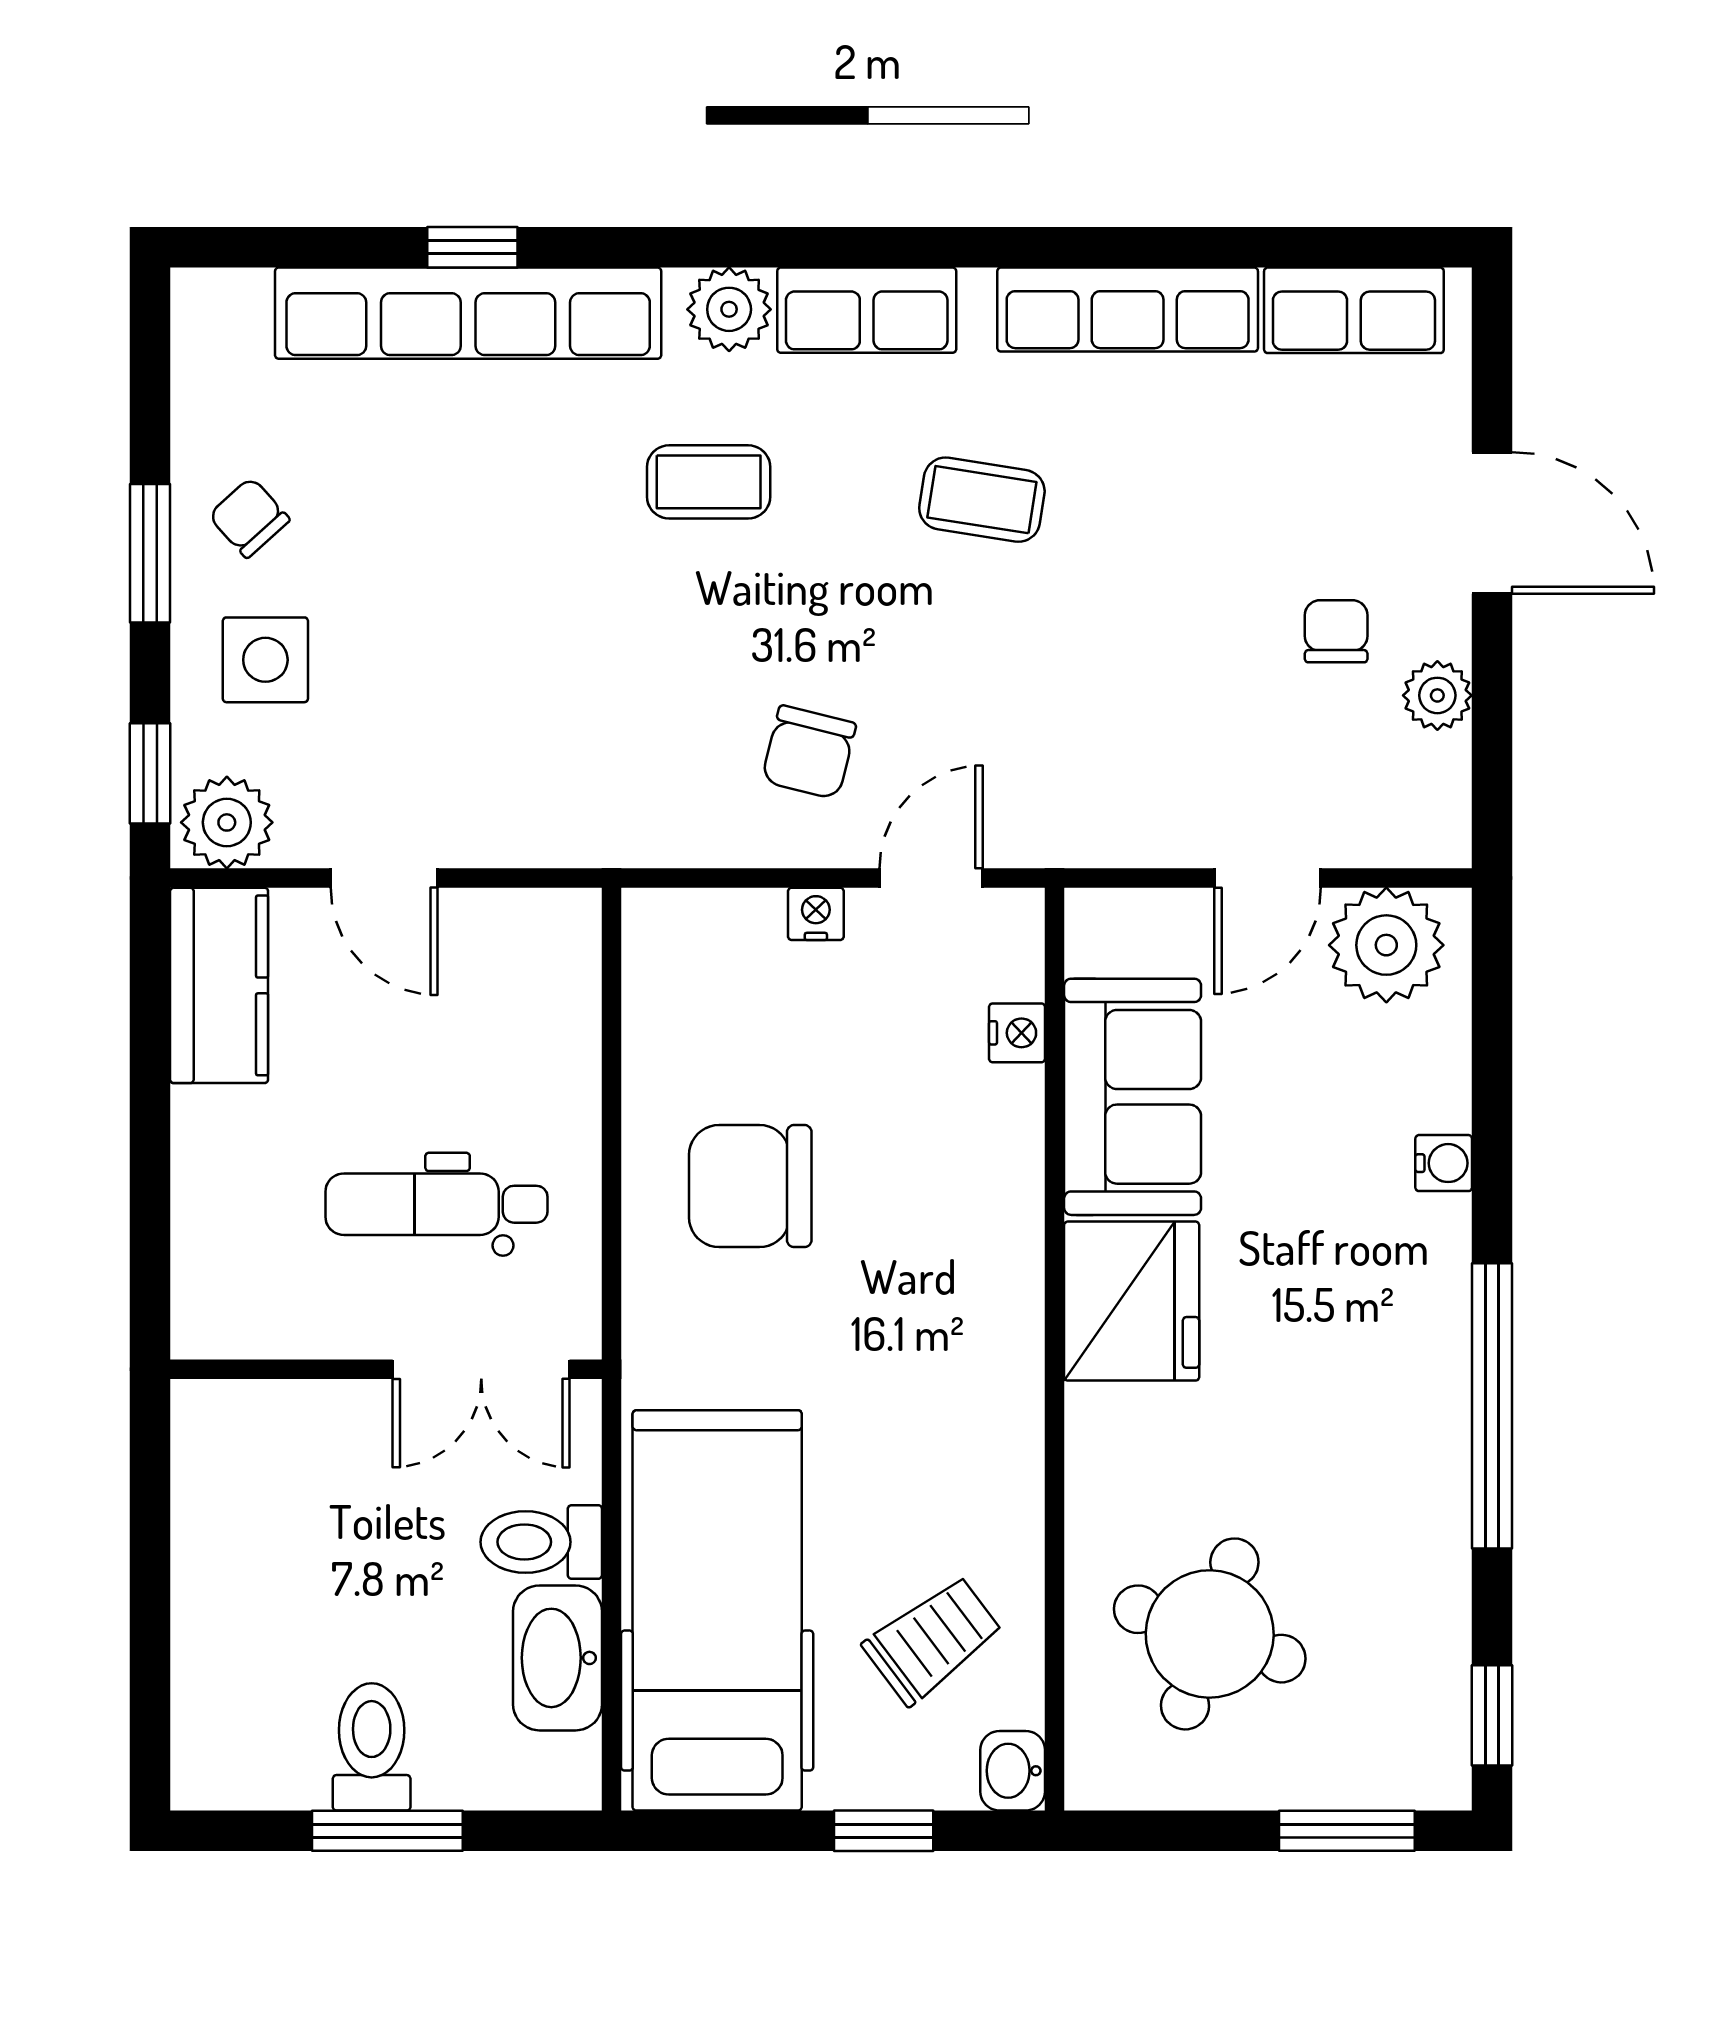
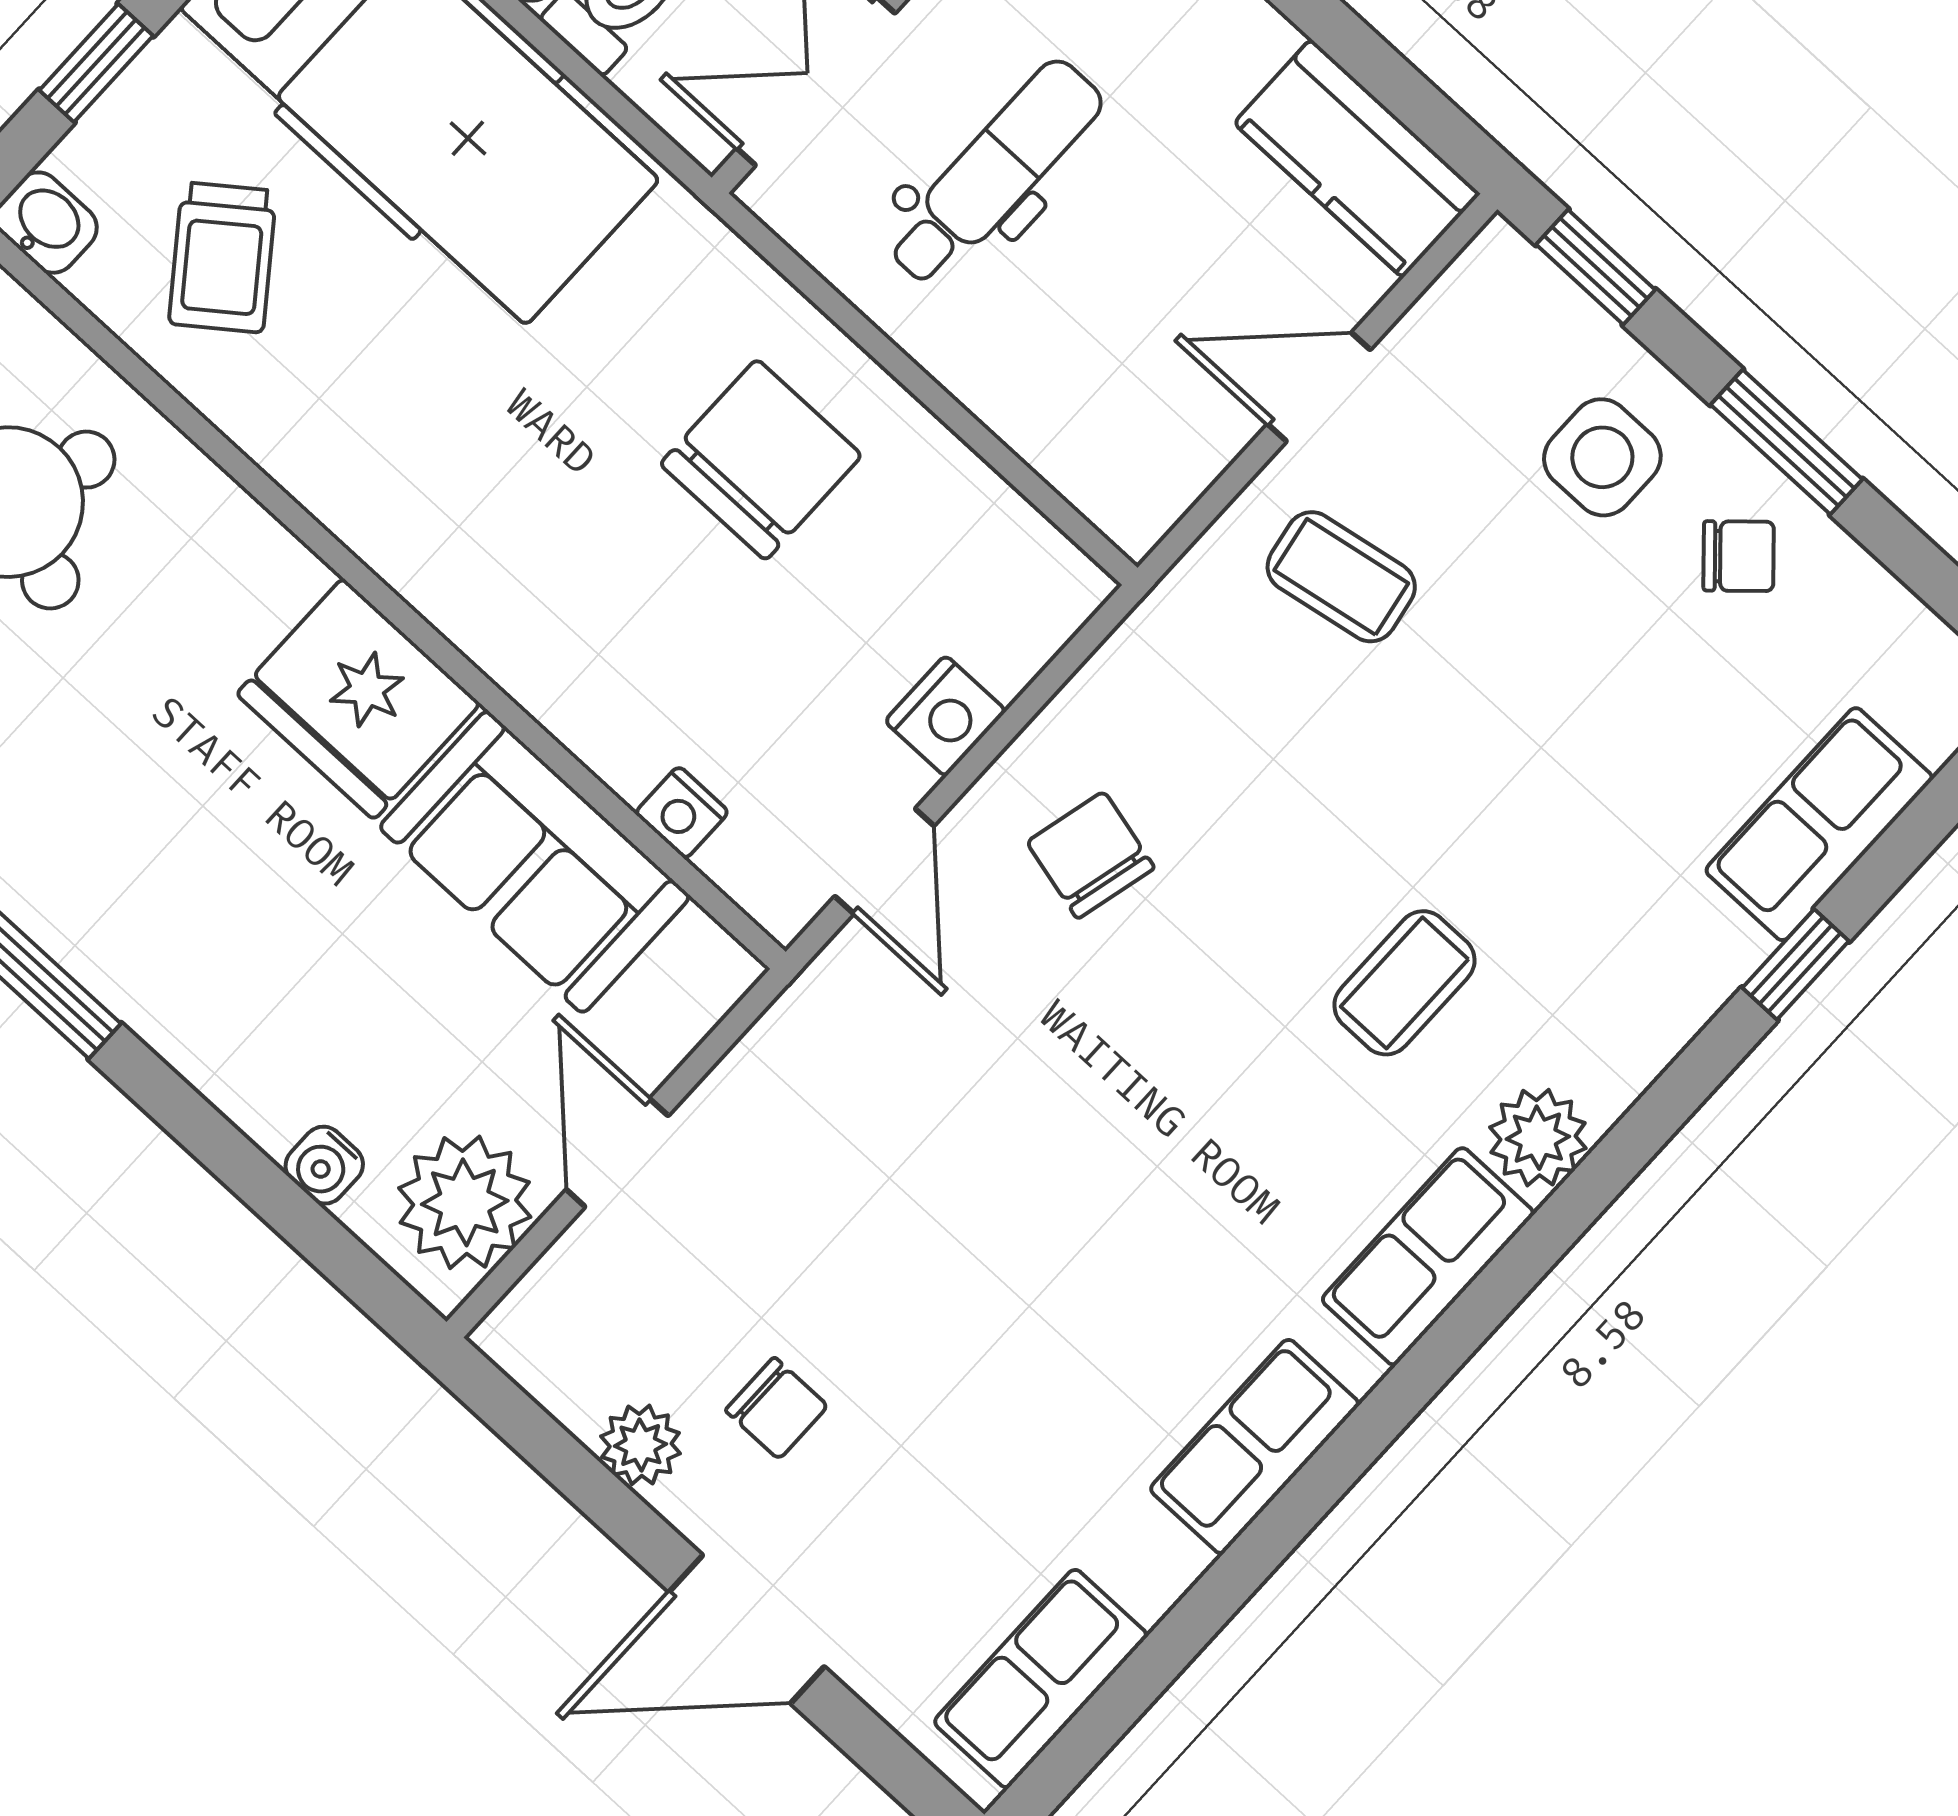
row of seats: (1128, 310) -> (1255, 1446), width x0.68
row of seats: (468, 313) -> (1819, 824), width x0.50
coffee table: (982, 500) -> (1341, 577), moved, turned 71
plant: (227, 822) -> (1492, 295), removed
nightstand: (816, 914) -> (945, 716), width x1.39, depth x1.35
water cooler: (1444, 1163) -> (324, 1165), moved

